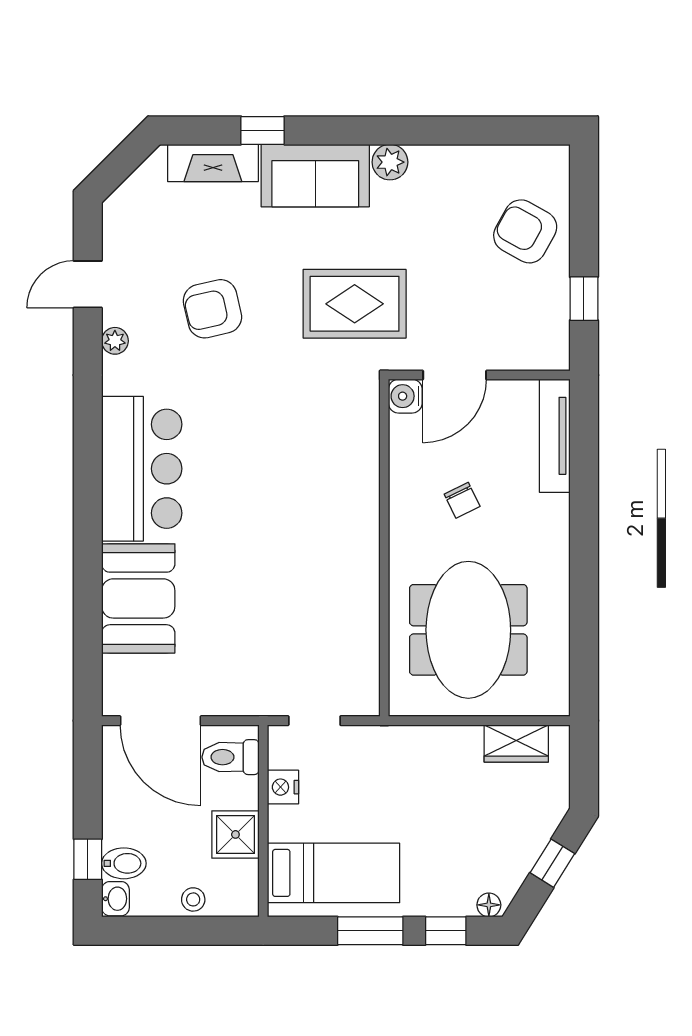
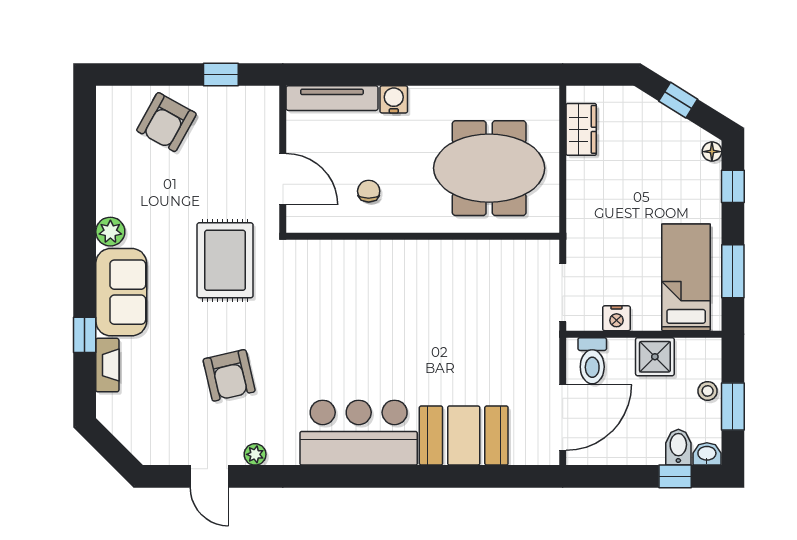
fireplace: (213, 163) -> (107, 365), width x0.73, depth x0.76
water cooler: (405, 396) -> (394, 99), moved, turned 180
chair: (462, 500) -> (369, 191), moved, turned -64
doorway: (314, 721) -> (563, 293), width x1.38
window: (174, 931) -> (733, 406), added
window: (370, 931) -> (733, 271), moved

